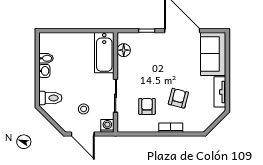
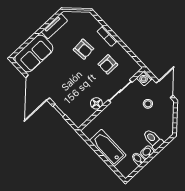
floor lamp: (124, 50) -> (96, 103), moved
bathtub: (104, 53) -> (108, 148), moved, turned -90
toilet: (50, 98) -> (153, 139), moved
armchair: (178, 98) -> (83, 49), turned -109

